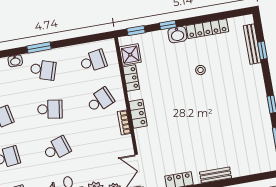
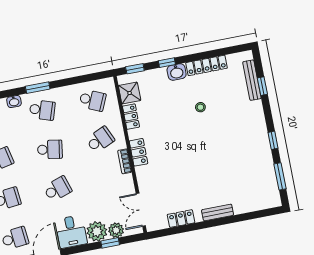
school desk: (93, 61) -> (93, 100), turned 33

